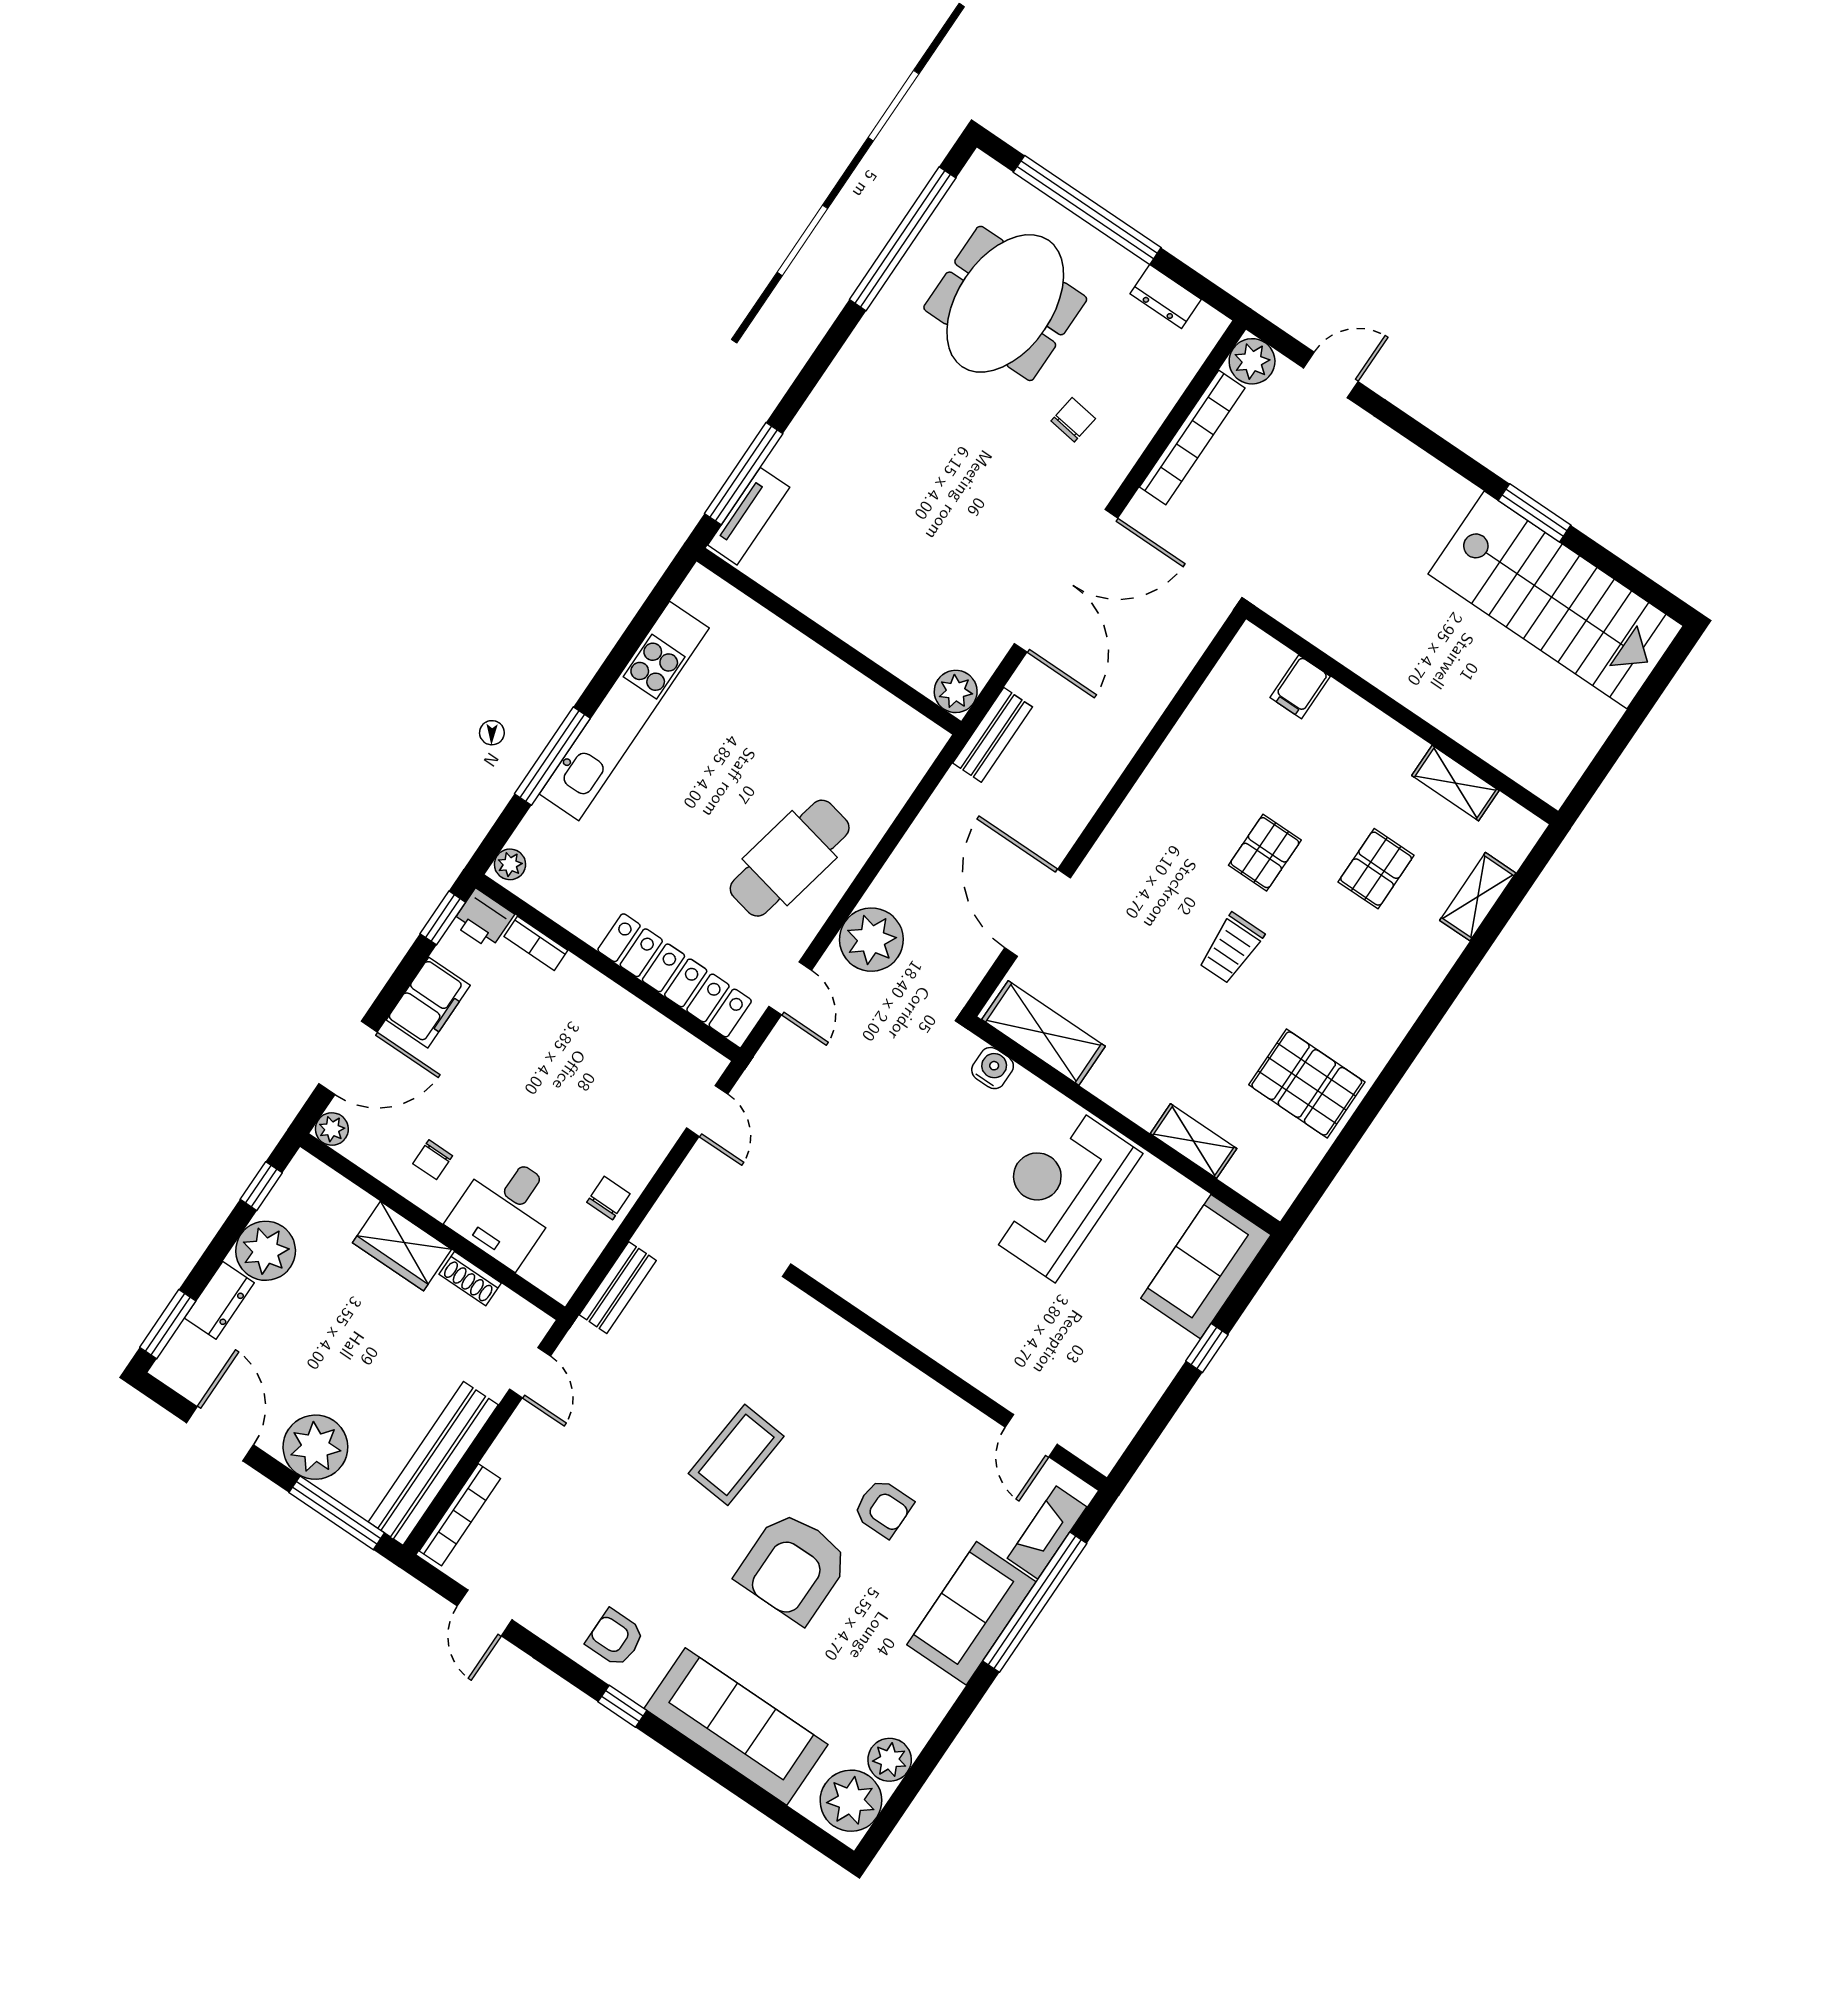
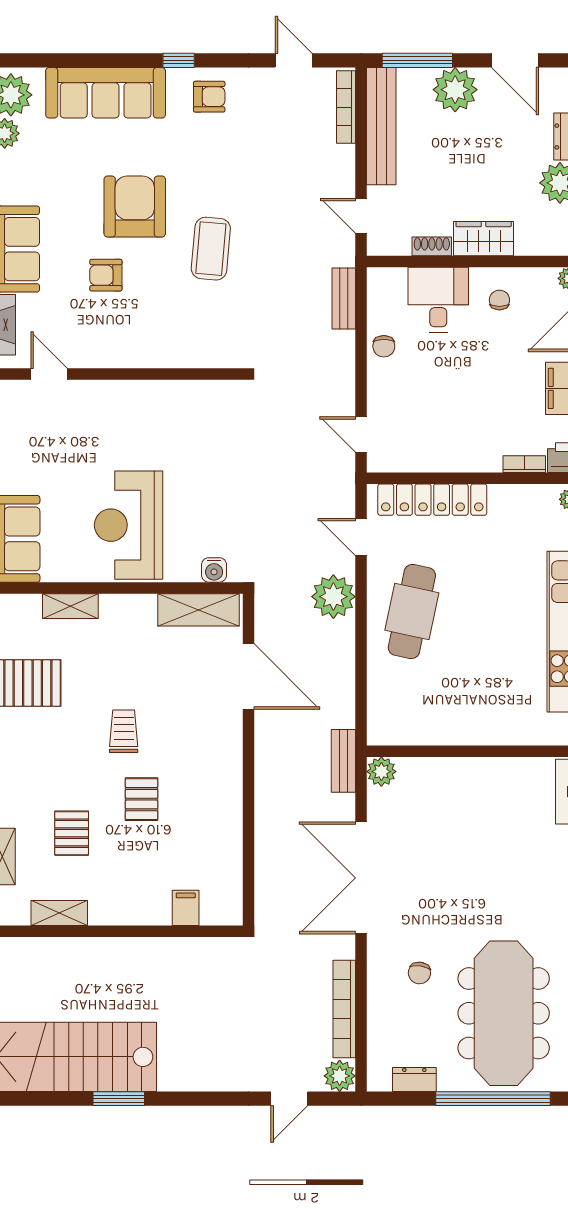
meeting table: (1005, 303) -> (504, 1013), width x1.36
reception desk: (1058, 1191) -> (129, 525), turned 180

